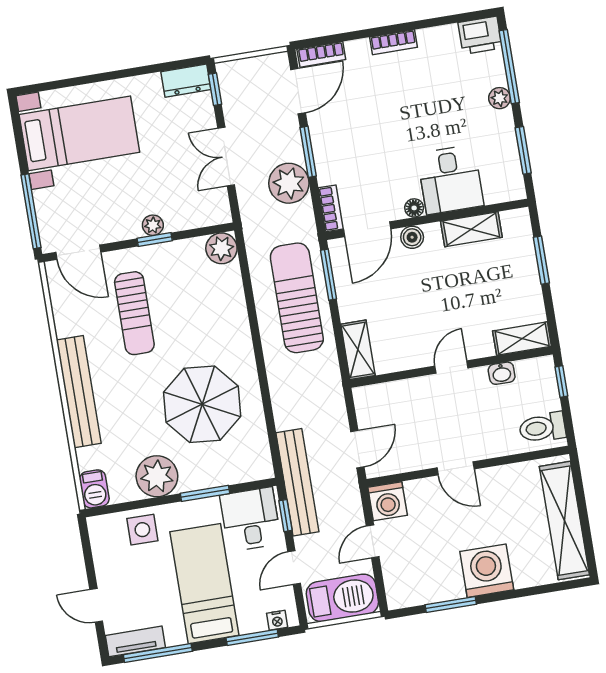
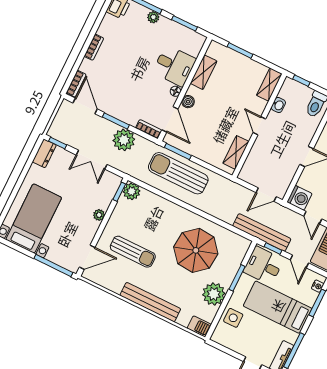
window: (155, 240) -> (119, 192), moved
shelving: (358, 350) -> (236, 152), moved, turned 90
door: (357, 449) -> (266, 195), swing flipped

